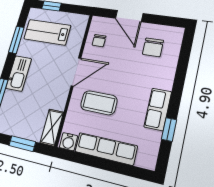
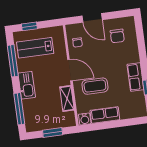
window: (16, 40) -> (13, 61), width x1.44
door: (76, 72) -> (70, 70), hinge flipped
shelving: (52, 128) -> (67, 98), moved
row of seats: (106, 149) -> (105, 115), width x0.68

